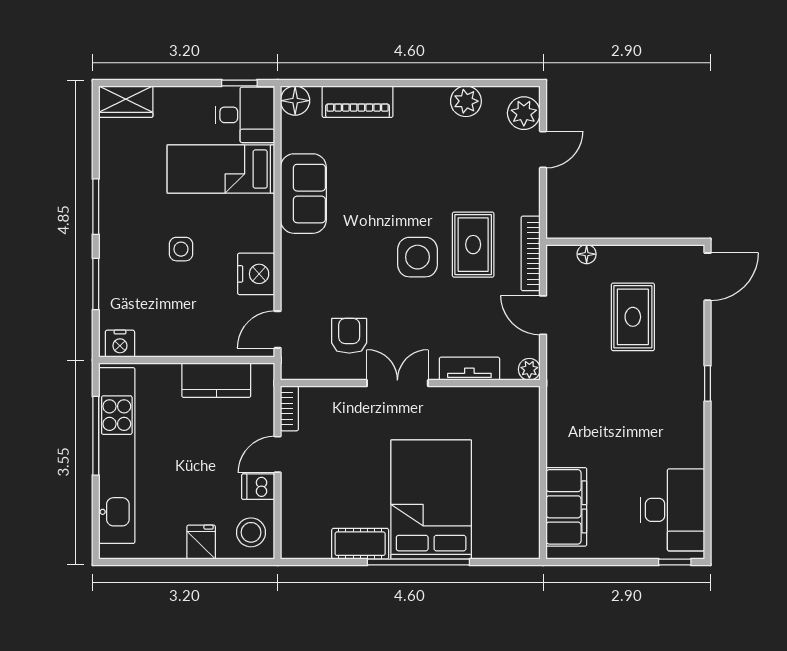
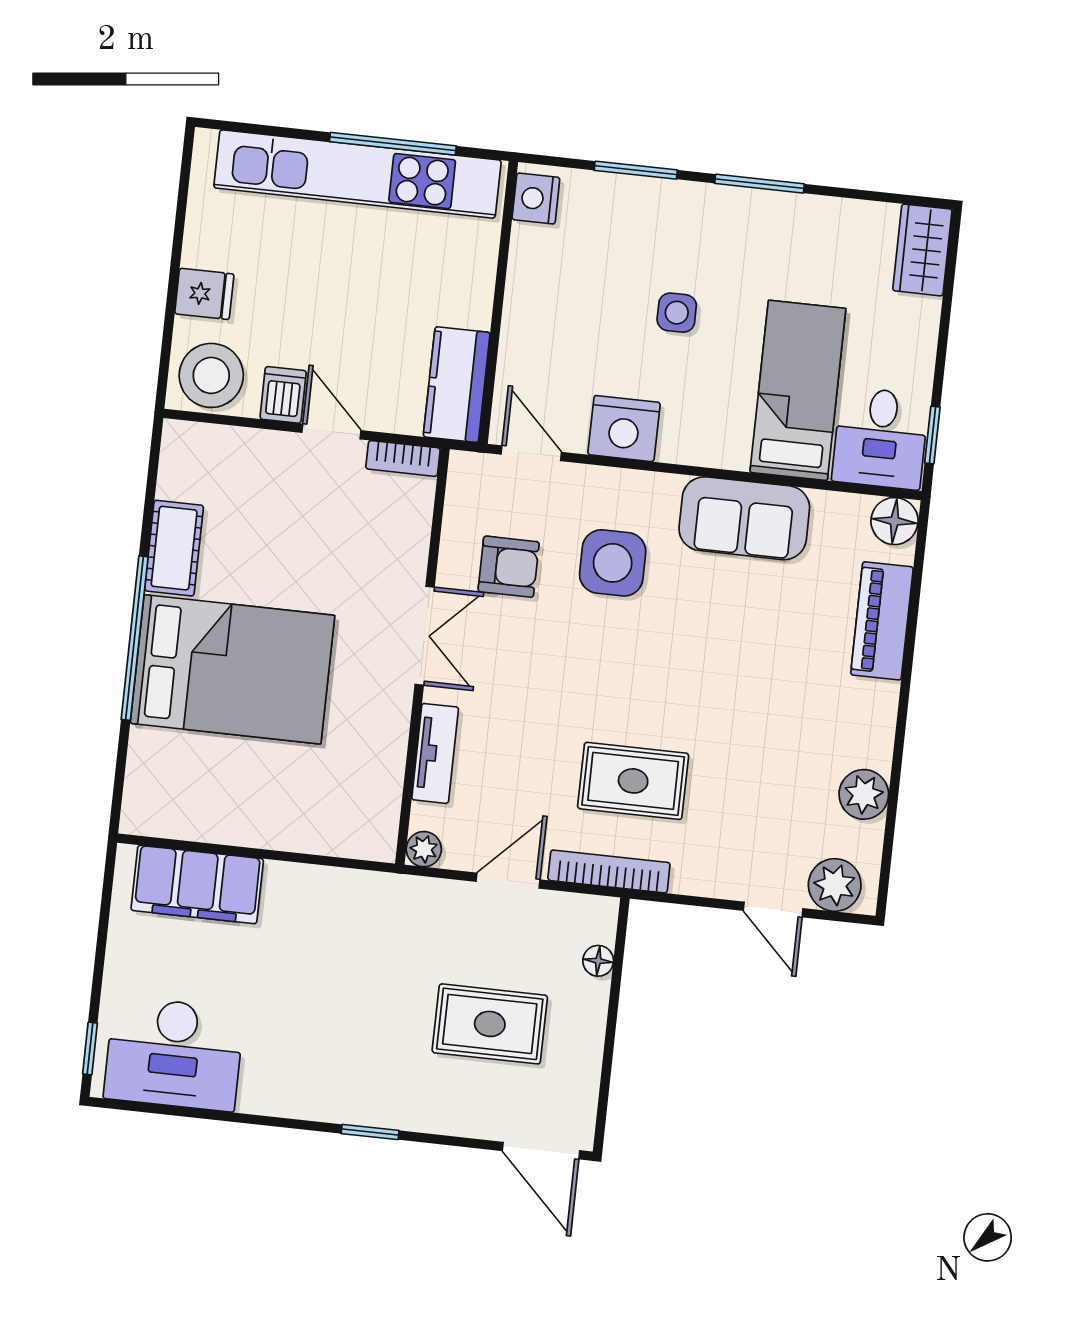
side table: (417, 257) -> (613, 563), moved
kitchen counter: (216, 380) -> (457, 385), moved
stool: (251, 532) -> (211, 375), width x1.38, depth x1.38

